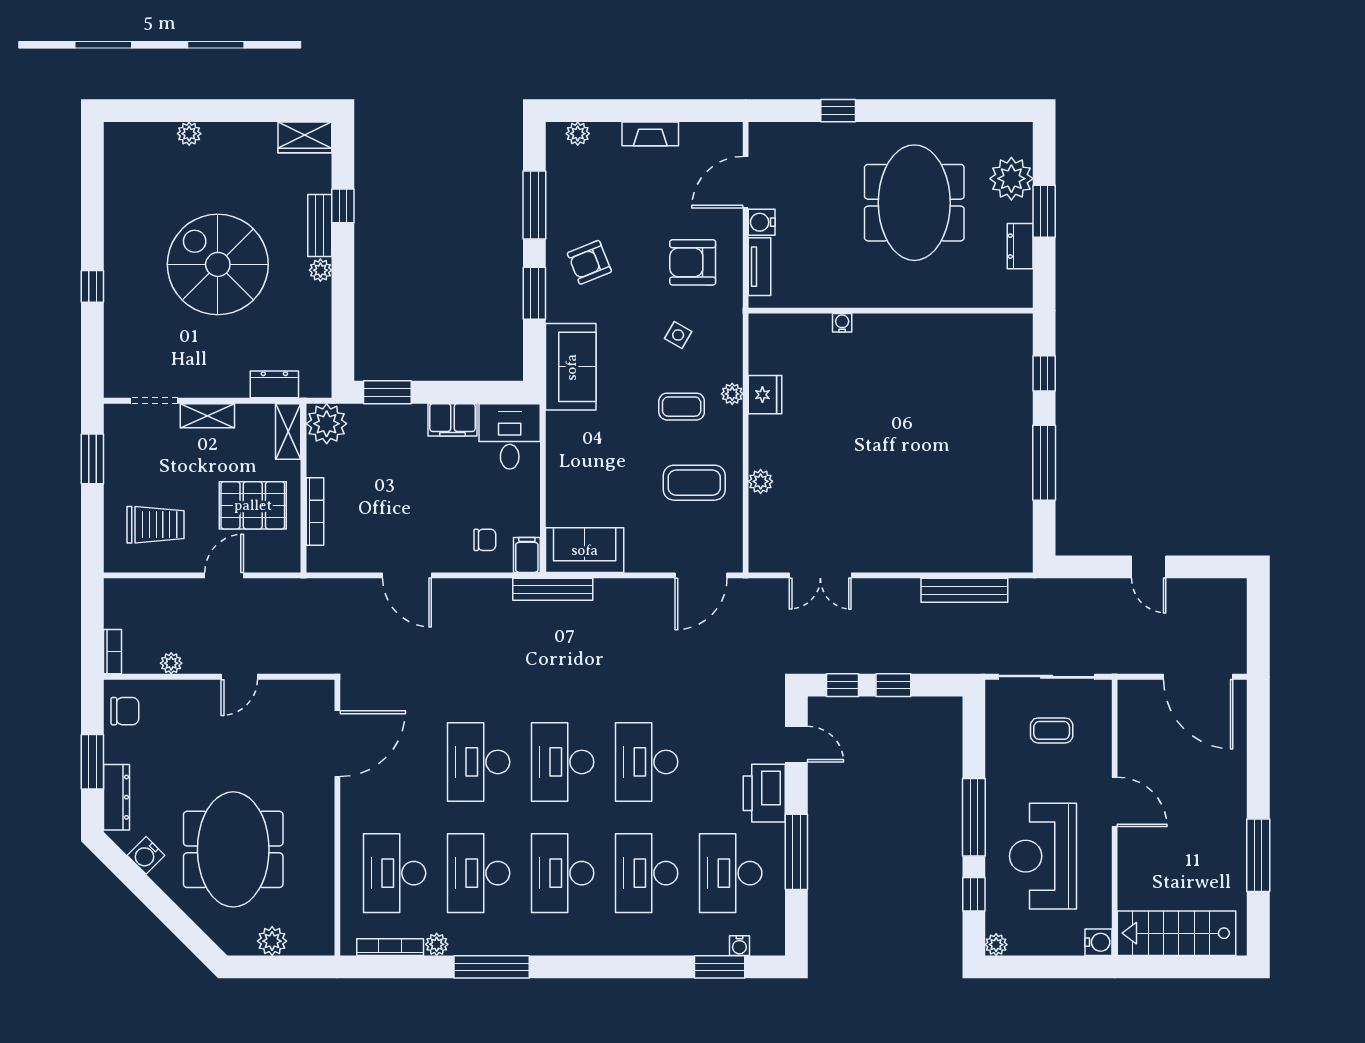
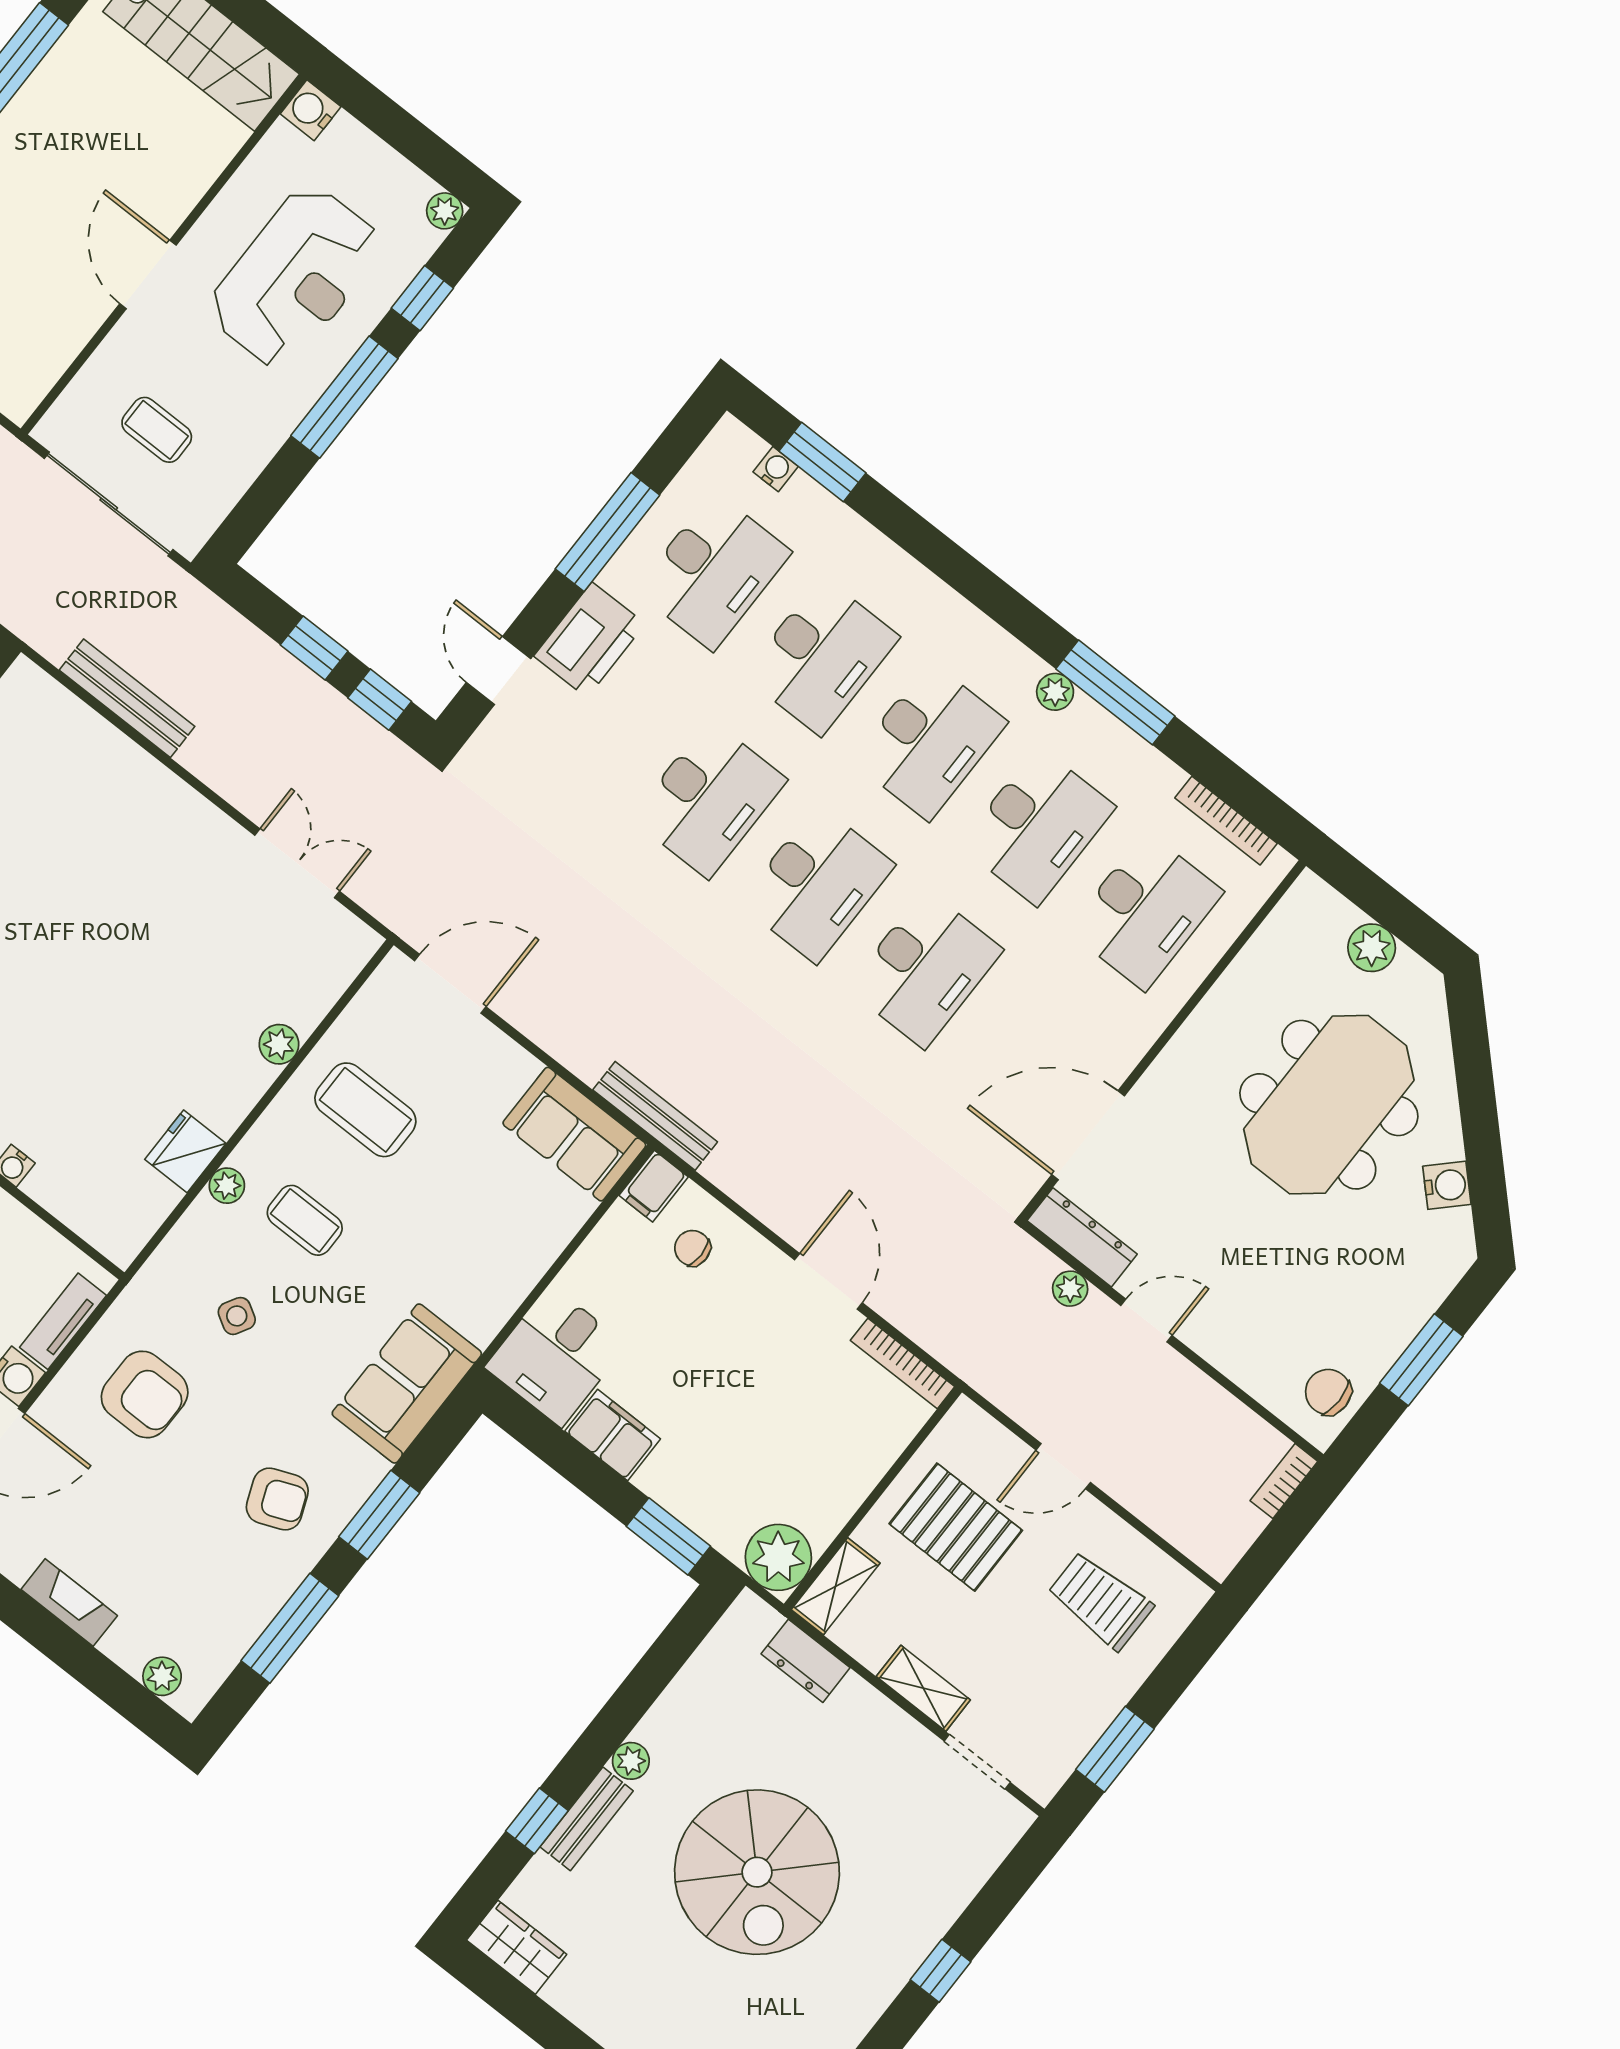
bookcase: (315, 511) -> (903, 1364), moved, turned -90
plant: (171, 663) -> (1070, 1289), moved
dresser: (116, 797) -> (1082, 1237), moved, turned 90
plant: (437, 944) -> (1055, 692), moved

